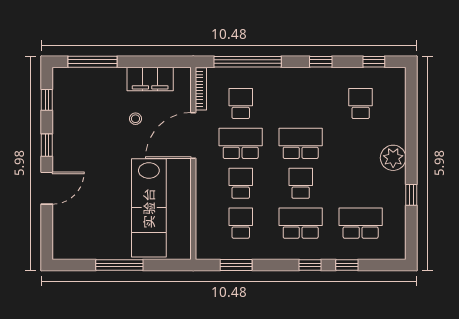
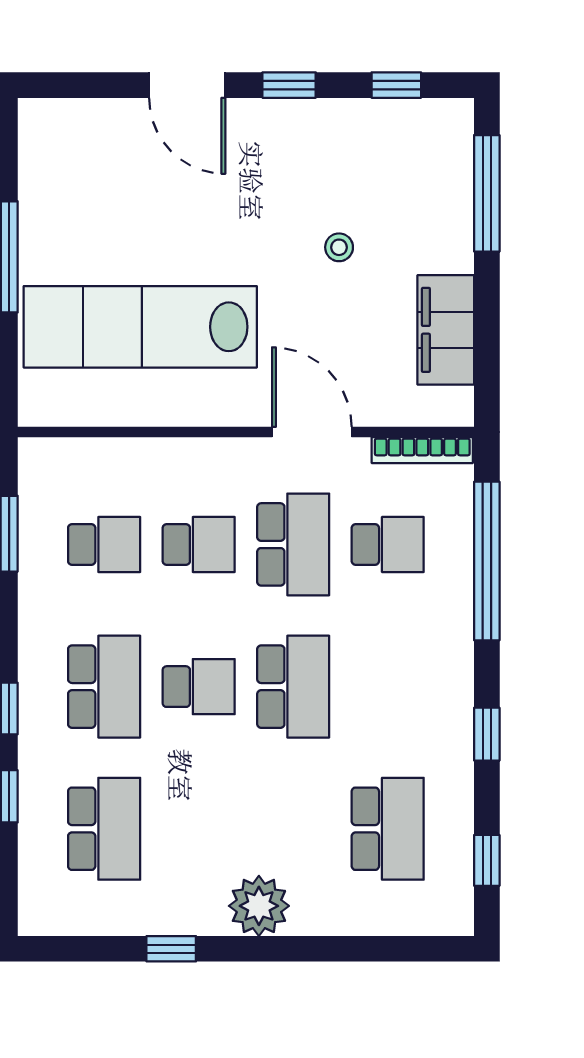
school desk: (361, 103) -> (388, 829), width x1.85
stool: (135, 119) -> (339, 247), moved
door: (193, 135) -> (312, 432), width x0.73

